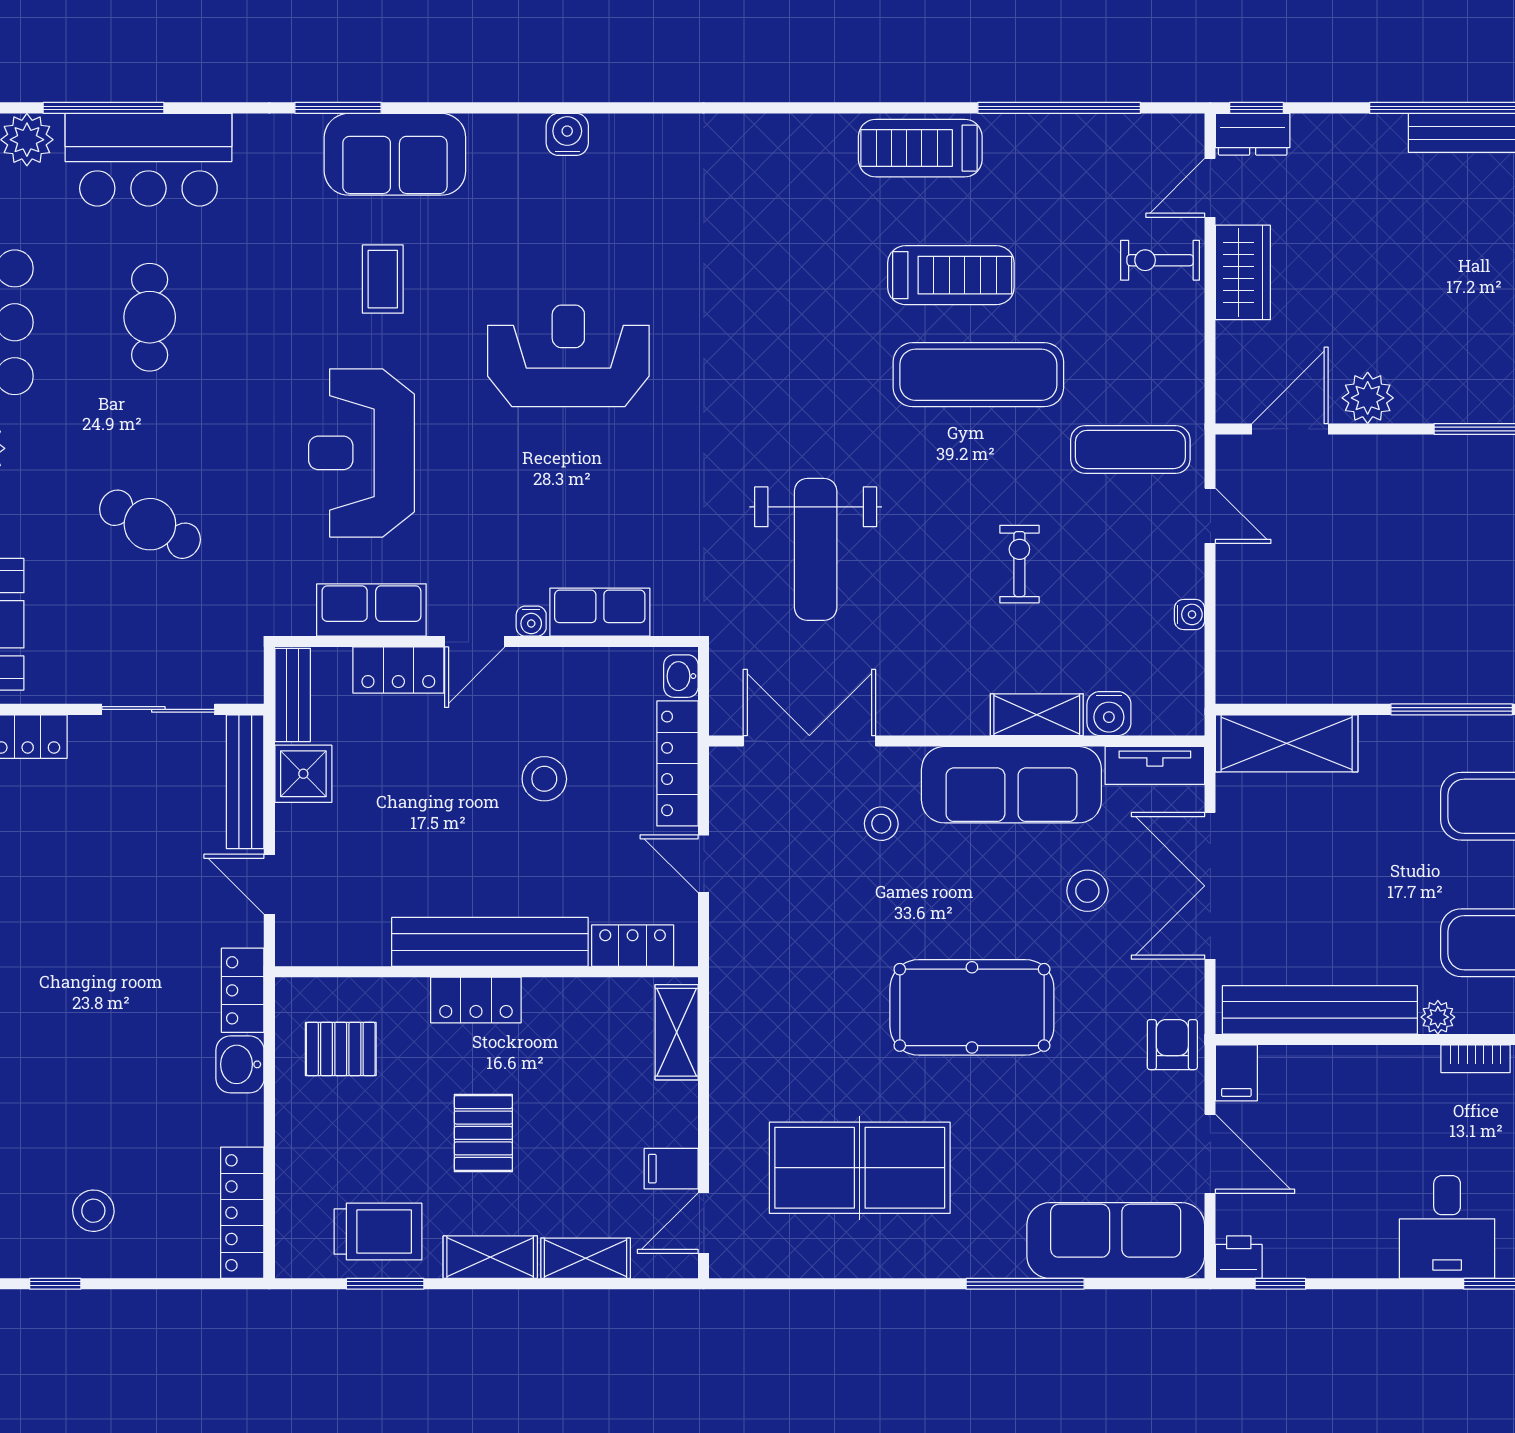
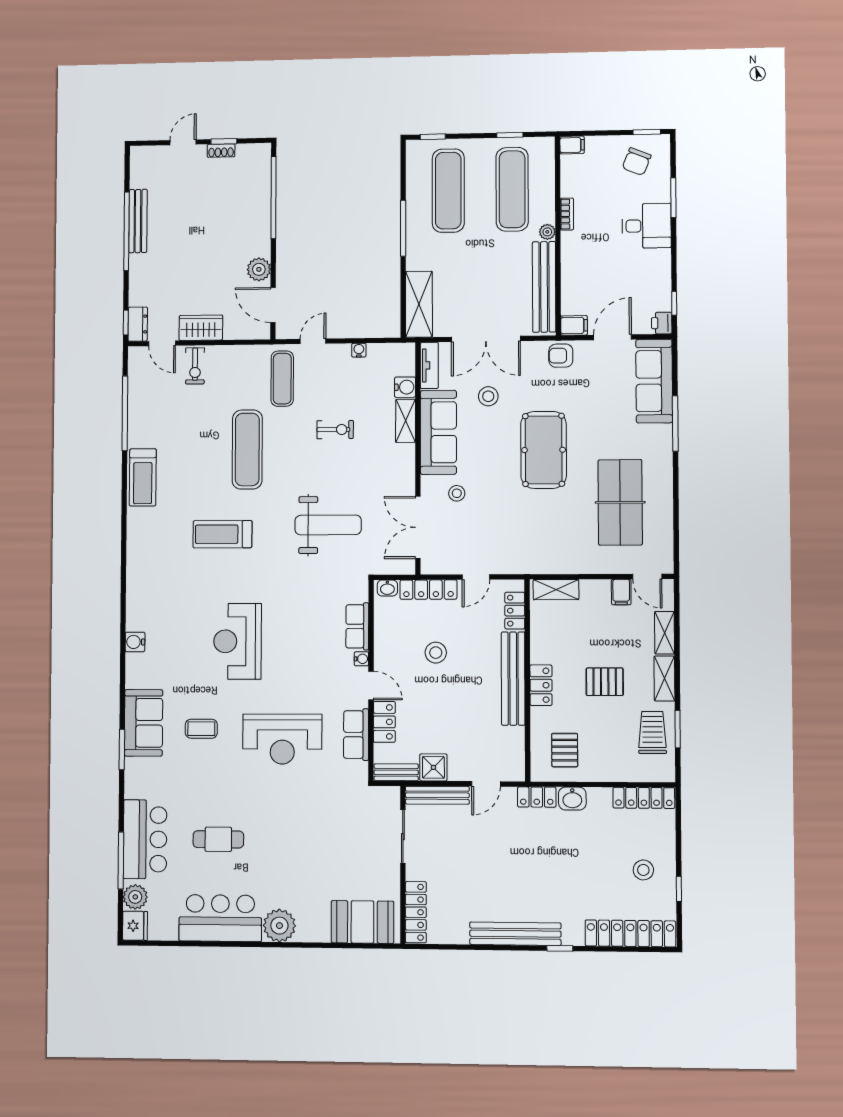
treadmill: (951, 275) -> (222, 534), moved, turned -90
cafe table: (150, 524) -> (315, 840), removed
exercise bike: (1019, 564) -> (335, 430), turned 180

